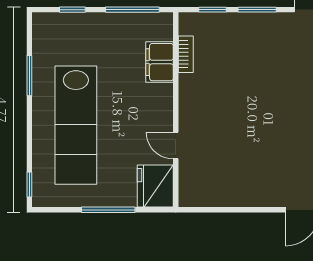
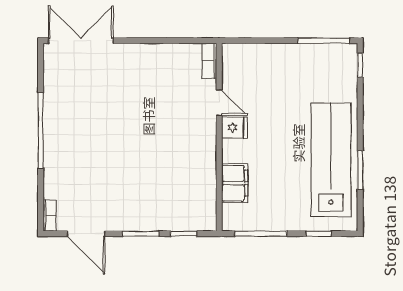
bookcase: (186, 54) -> (210, 61), moved
lab bench: (76, 125) -> (331, 160), moved
fridge: (155, 186) -> (234, 127), moved, width x0.53, depth x0.75
window: (108, 210) -> (324, 41), moved

